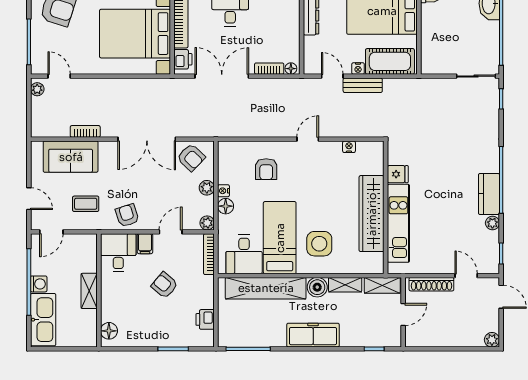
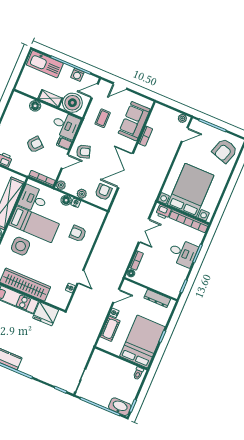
cot: (390, 61) -> (110, 329), width x0.73, depth x0.75
double door: (222, 76) -> (144, 231), width x0.73
bench: (363, 85) -> (103, 311), removed
door: (308, 139) -> (80, 277), moved
armchair: (191, 157) -> (104, 192), turned 136
fridge: (398, 174) -> (46, 314), width x1.88, depth x1.34
armchair: (127, 215) -> (83, 152), moved
door: (51, 232) -> (95, 91), hinge flipped
door: (171, 232) -> (65, 161), hinge flipped
boiler: (82, 257) -> (72, 103), added
washing machine: (39, 284) -> (77, 75), moved
floor lamp: (109, 331) -> (35, 106), moved

